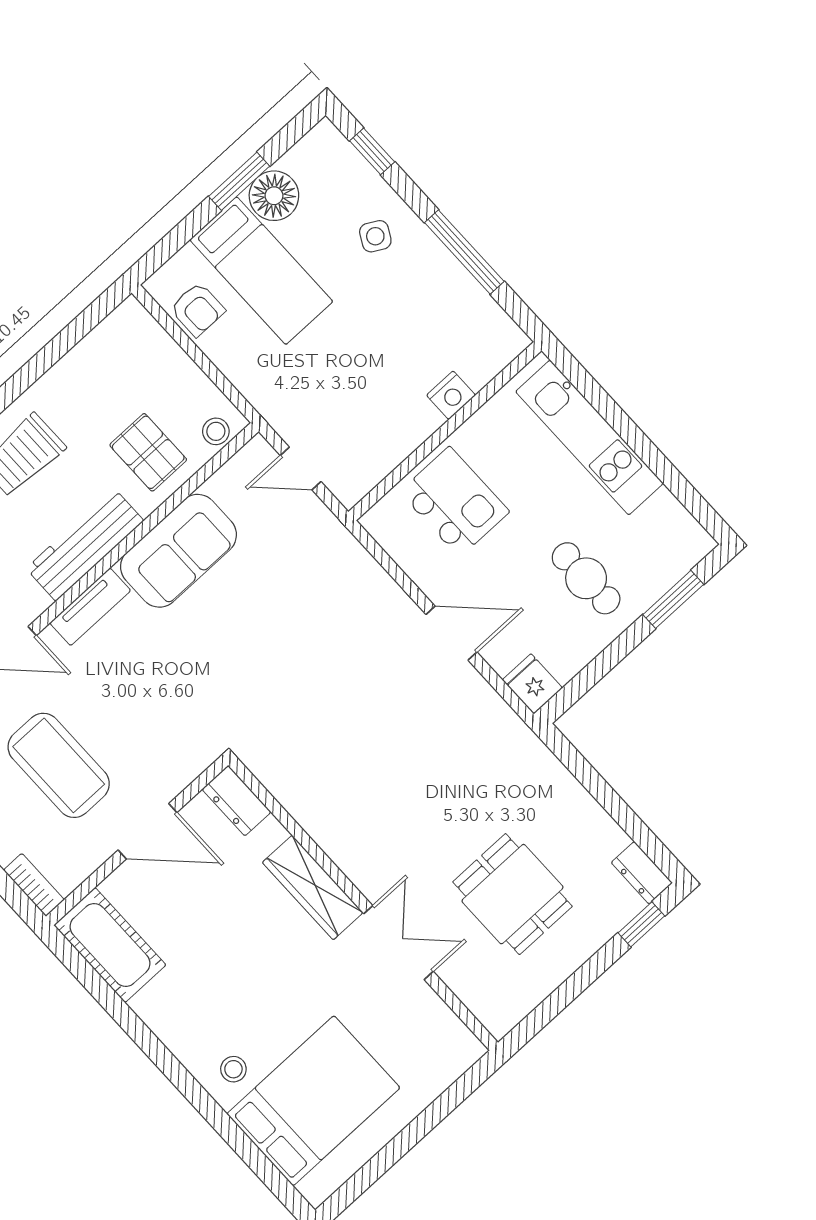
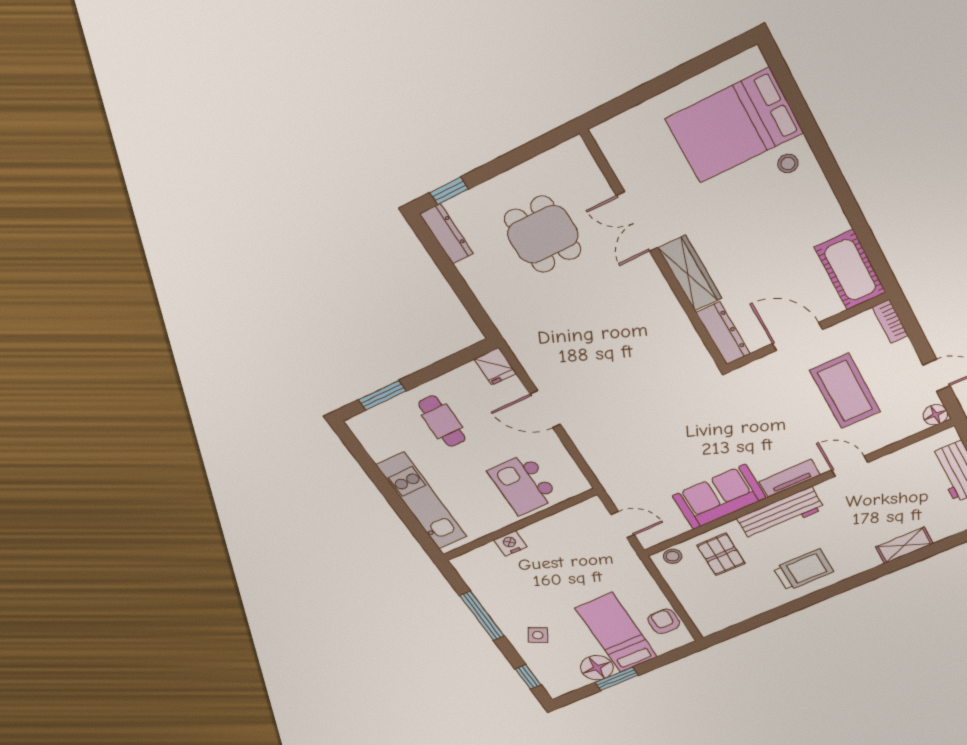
dresser: (236, 801) -> (723, 333), width x1.44
dresser: (642, 873) -> (447, 234), width x1.44

